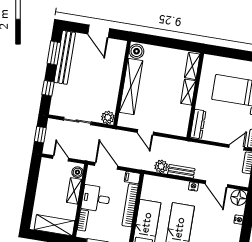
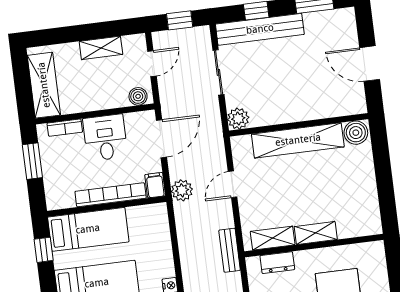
door: (99, 31) -> (370, 64), hinge flipped
bench: (65, 57) -> (260, 29), moved
shelving: (192, 66) -> (273, 238), moved
dresser: (198, 124) -> (277, 263), width x0.70
plant: (161, 166) -> (182, 190), moved
bench: (181, 171) -> (230, 250), moved
shelving: (74, 191) -> (101, 48), moved

